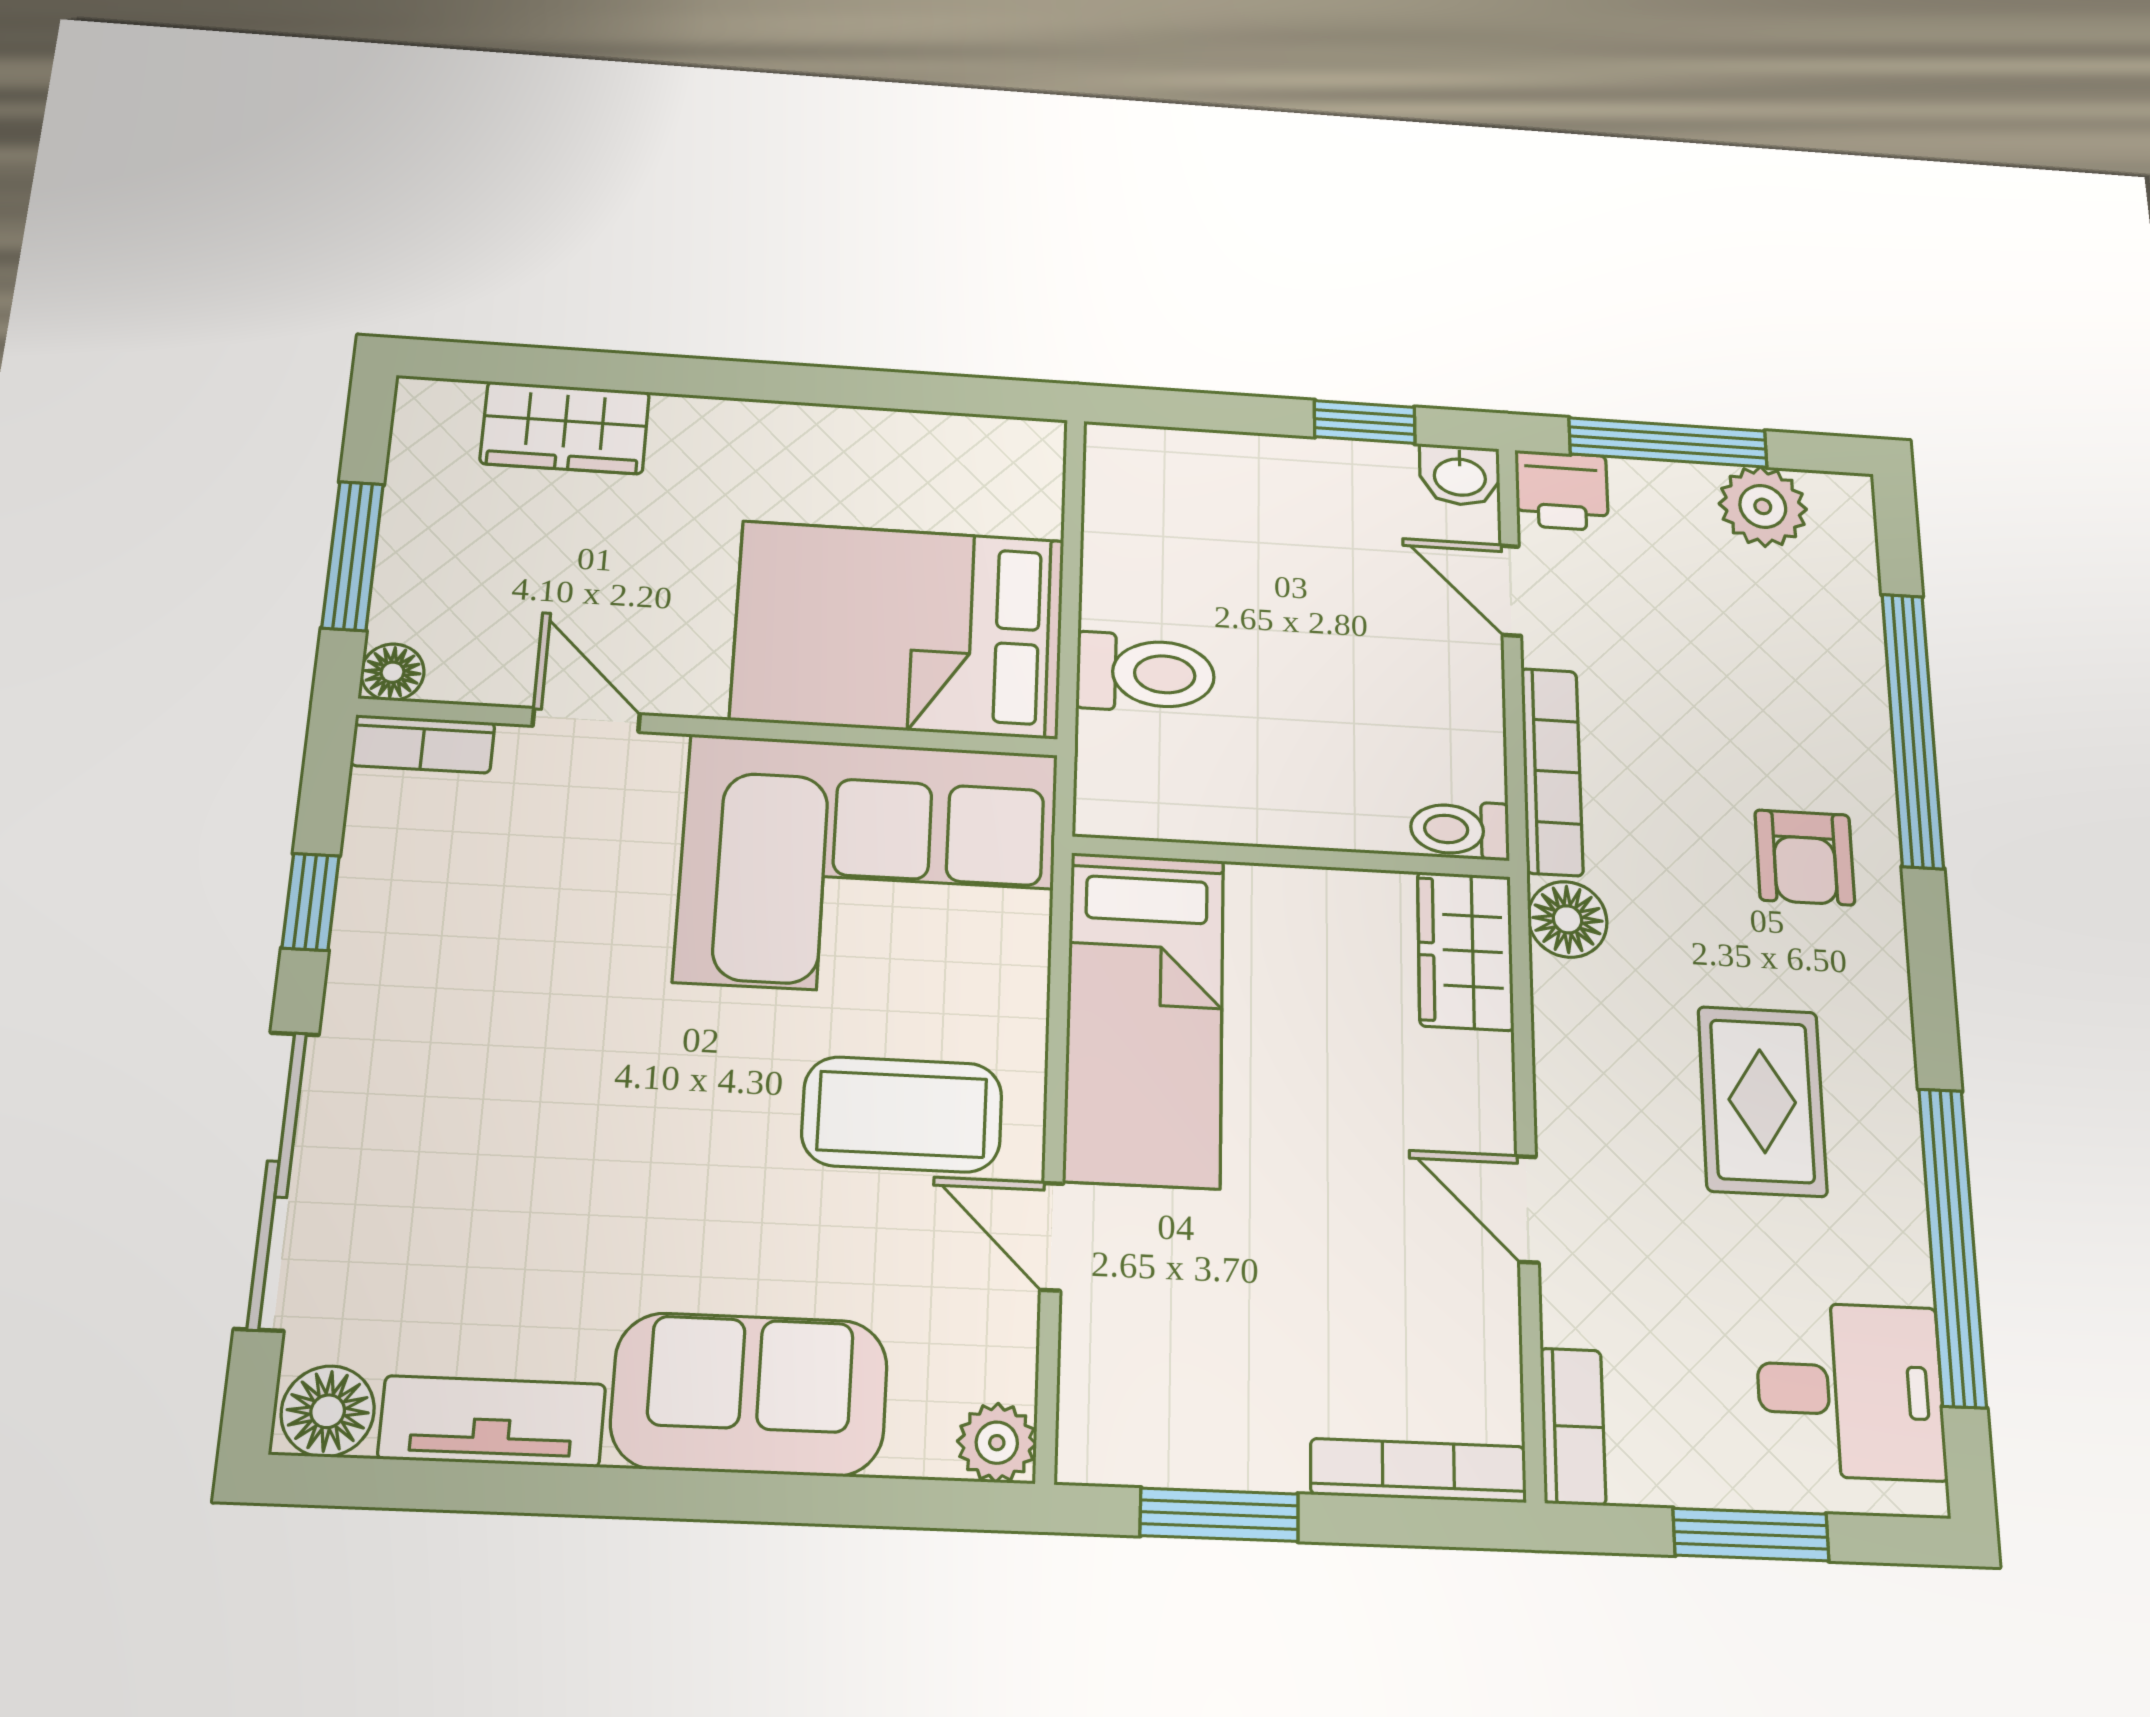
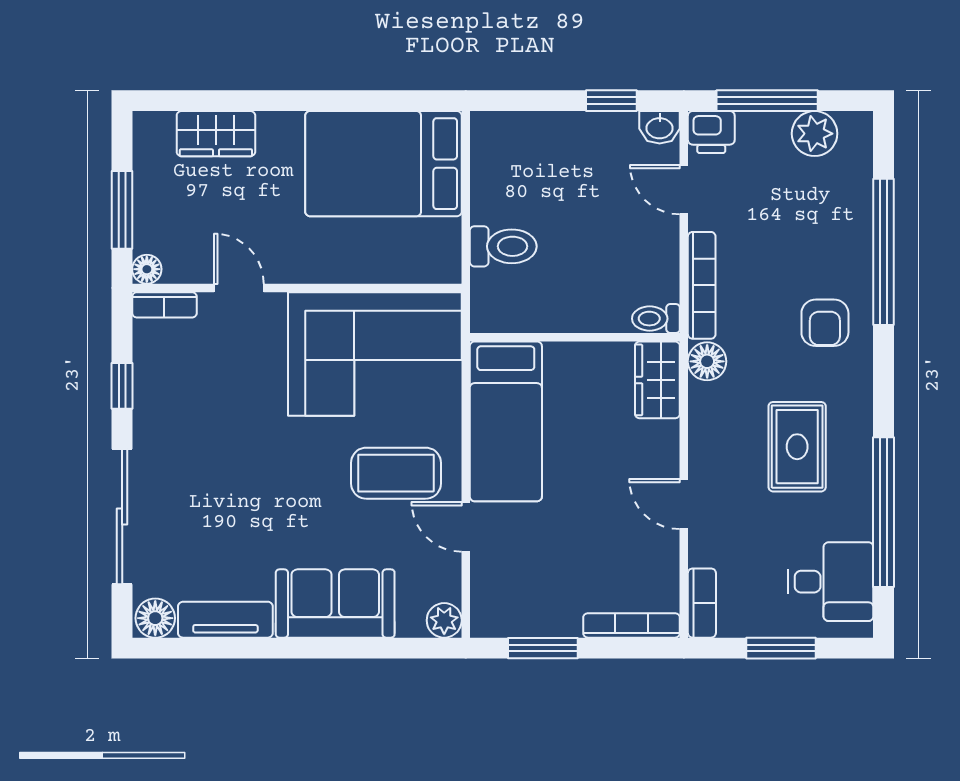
bed: (899, 629) -> (383, 164), moved

